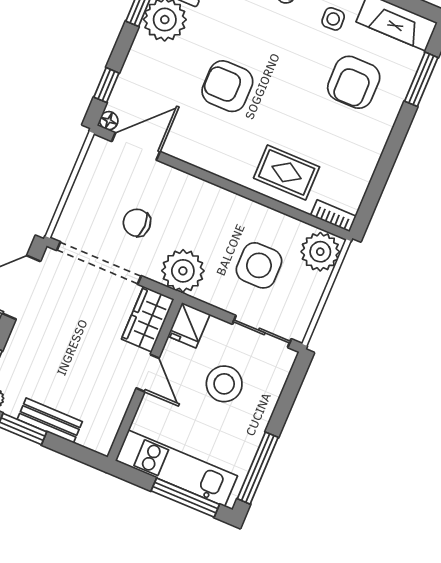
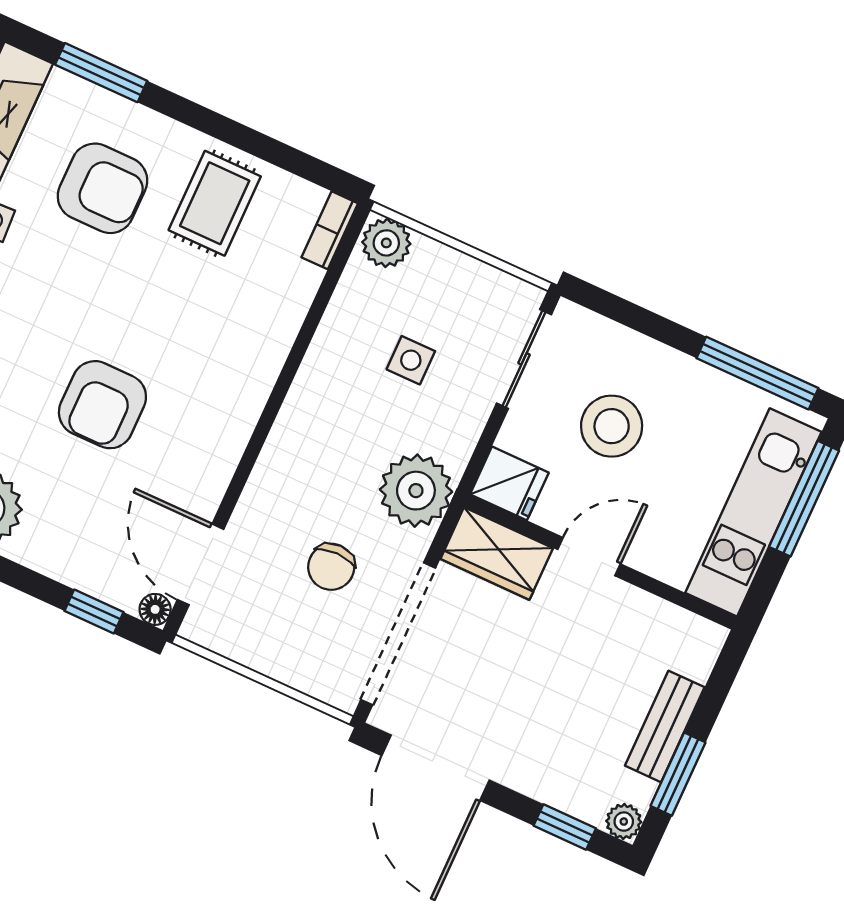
rug: (287, 172) -> (215, 203), moved
plant: (320, 252) -> (386, 243), width x0.73, depth x0.73
side table: (259, 265) -> (411, 360), width x0.54, depth x0.54

